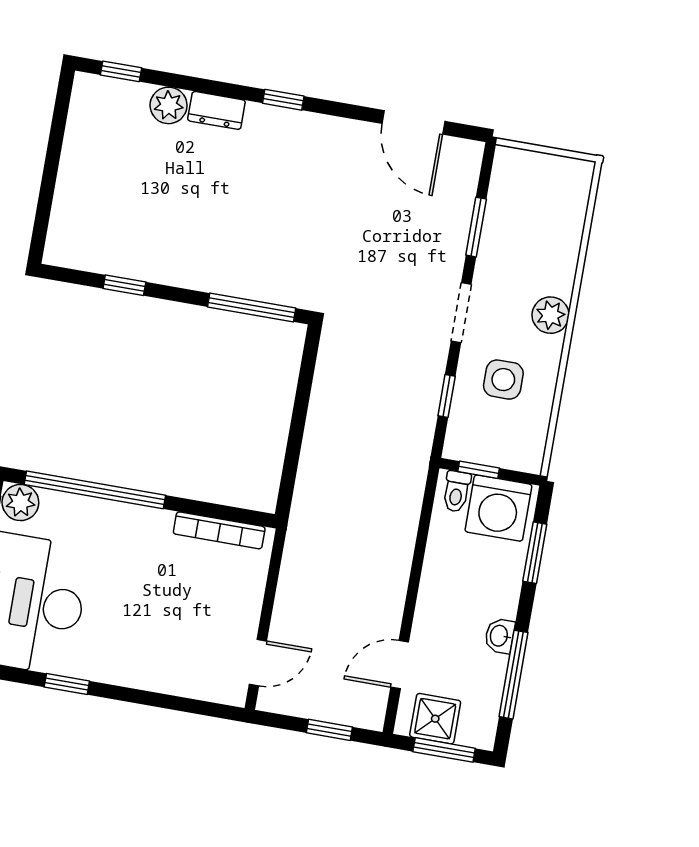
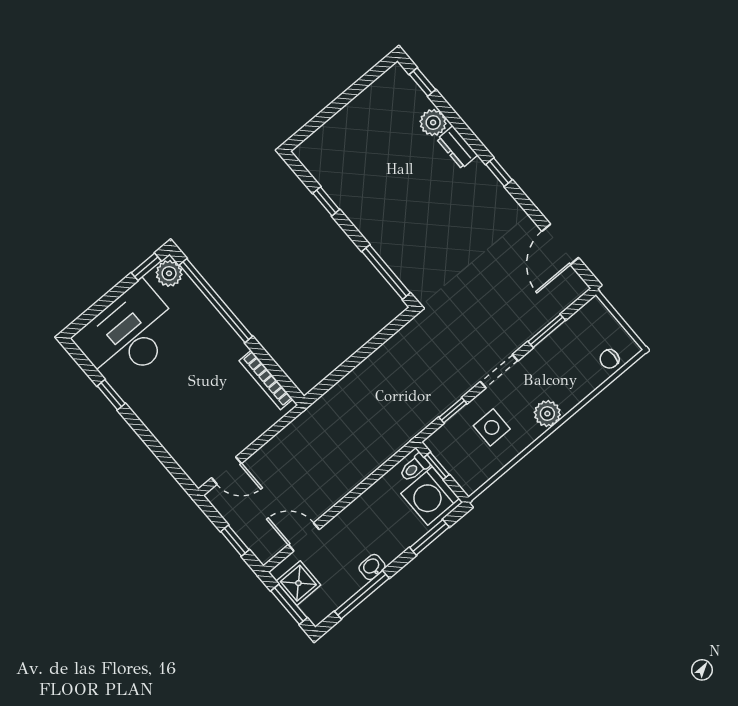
chair: (568, 201) -> (609, 359), added

